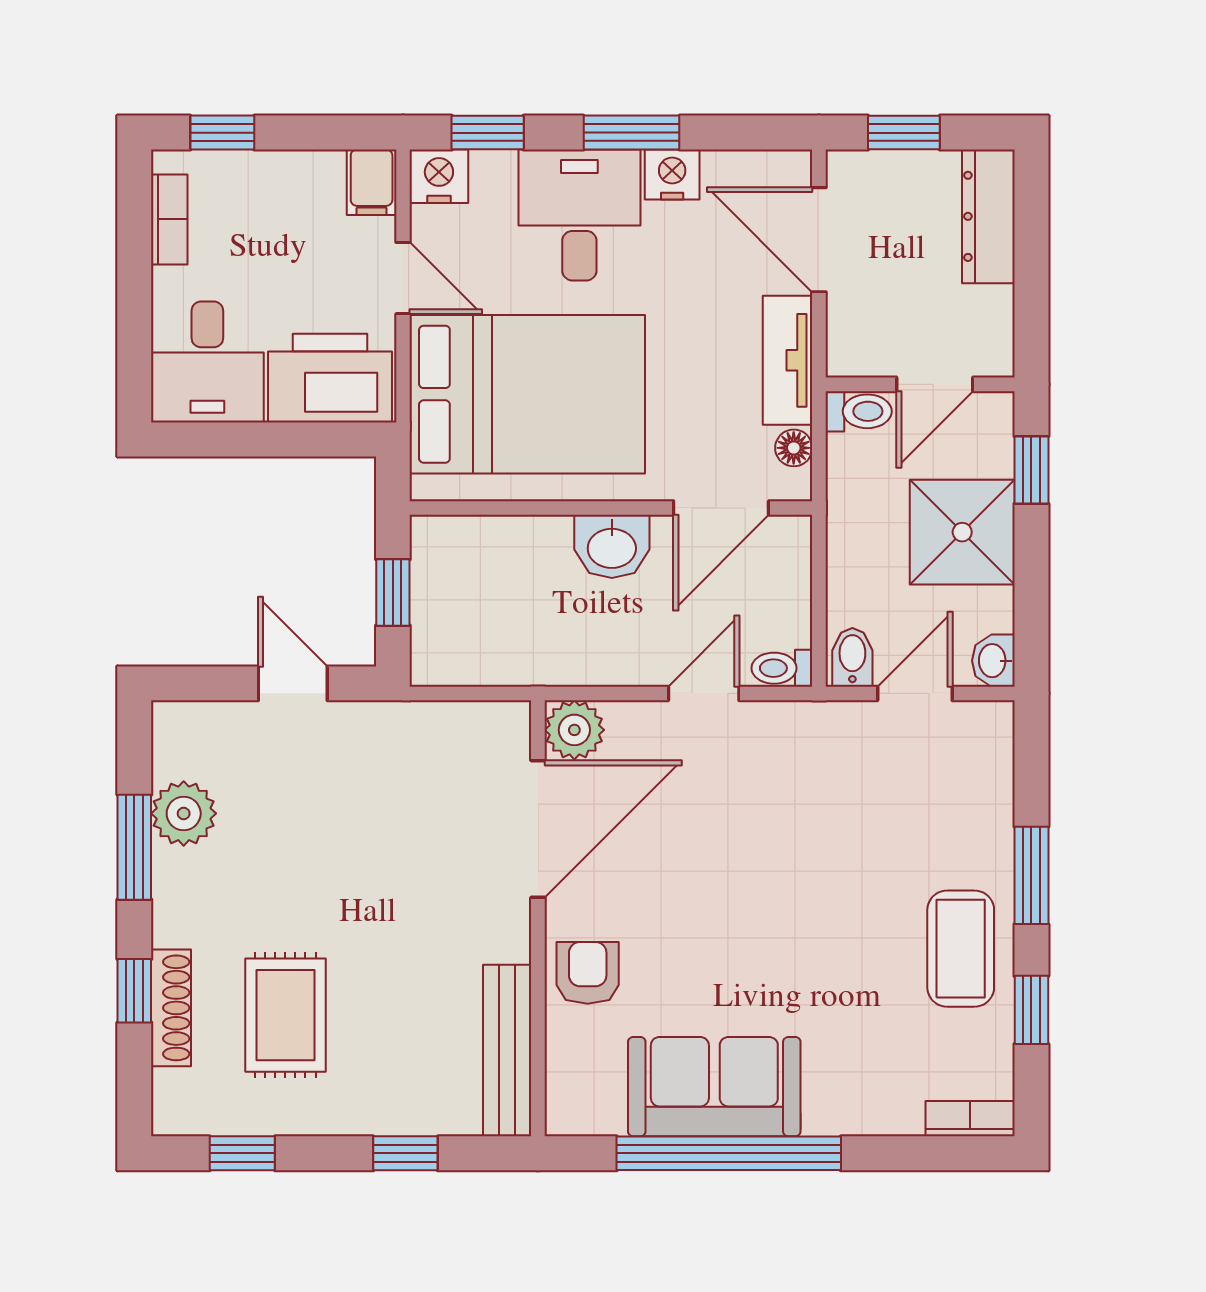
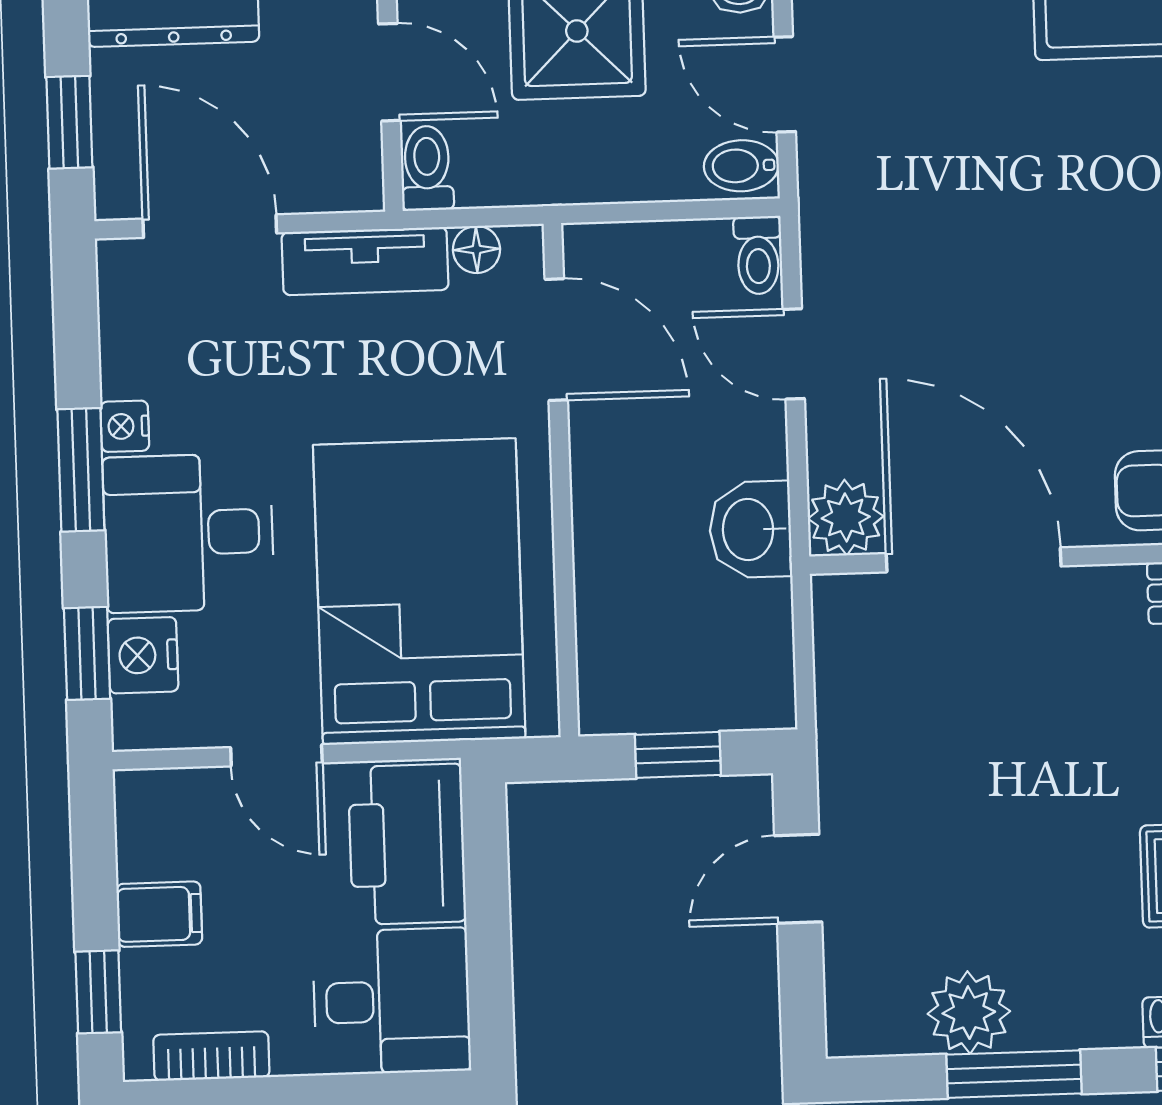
nightstand: (672, 175) -> (125, 426), width x0.72, depth x0.74
nightstand: (439, 176) -> (143, 655), moved
filing cabinet: (372, 182) -> (159, 914), moved
door: (819, 240) -> (210, 226), swing flipped
door: (403, 278) -> (276, 755), swing flipped
washbasin: (612, 546) -> (750, 530), moved, turned 180

